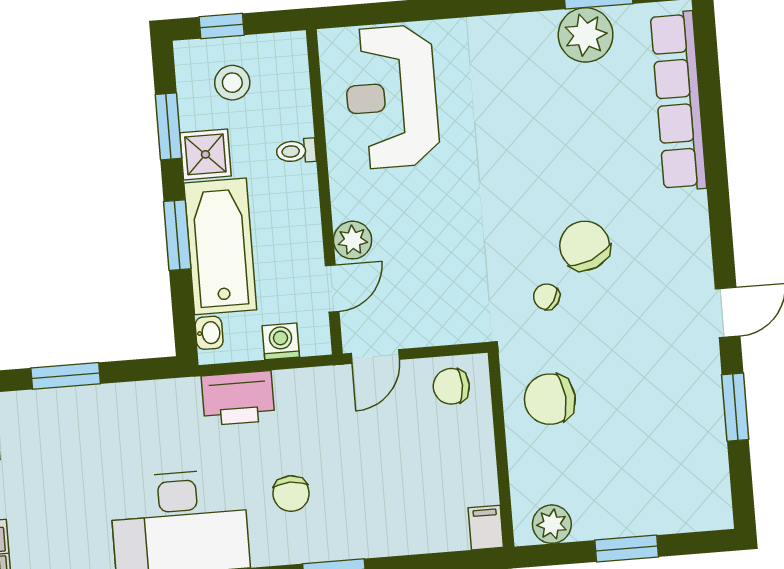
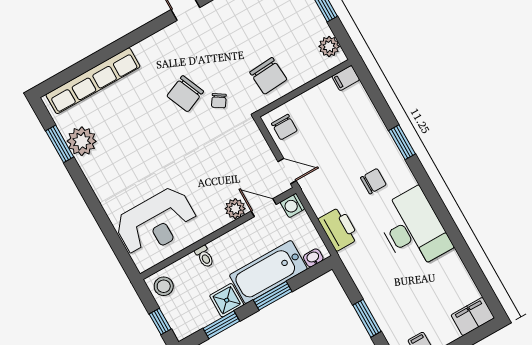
stool: (232, 83) -> (164, 286), moved
washing machine: (281, 341) -> (292, 205), moved

